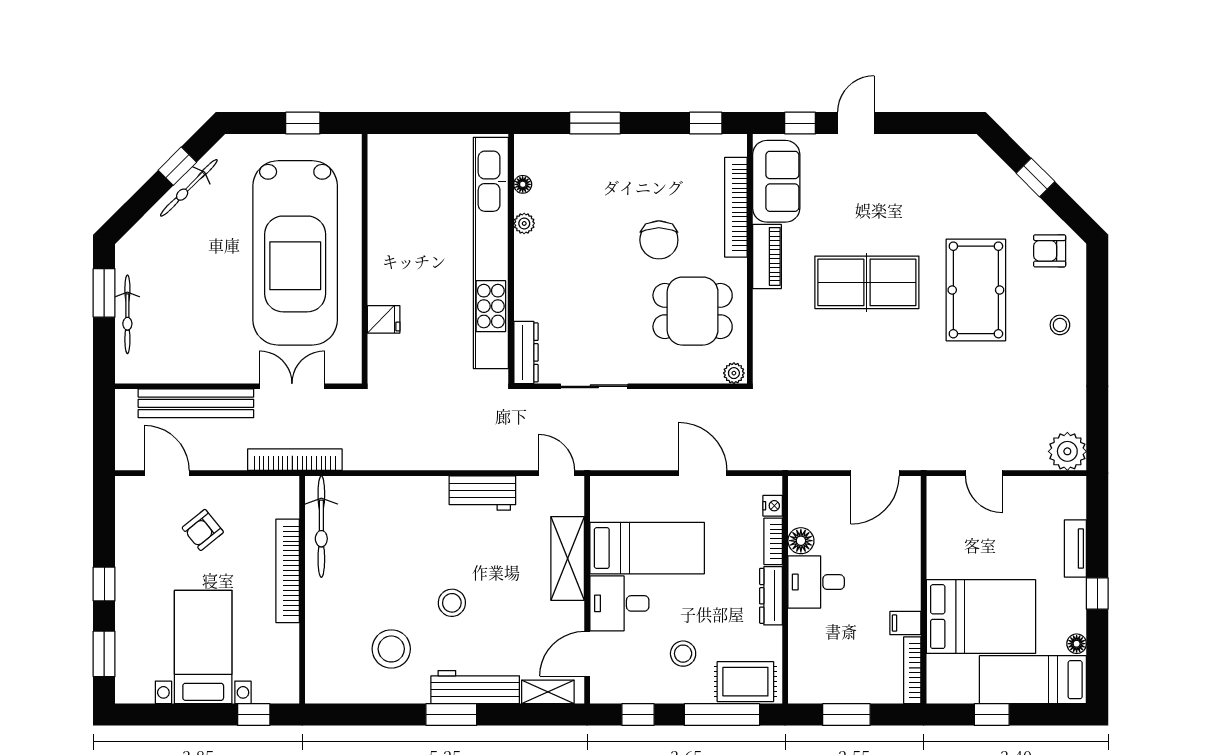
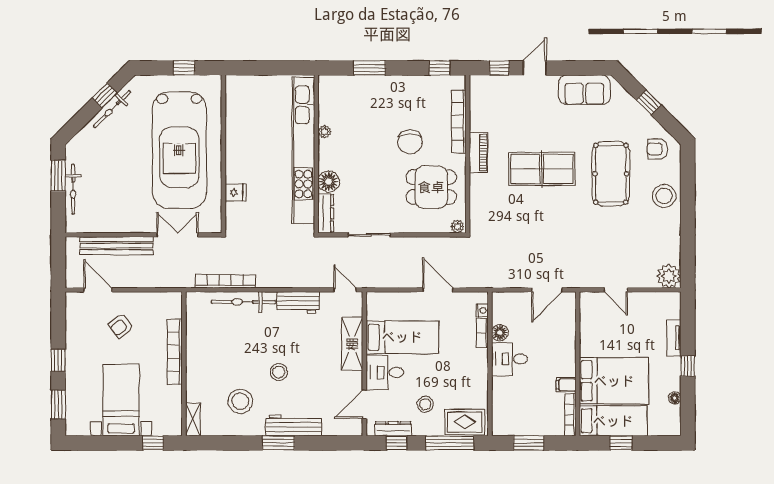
sofa: (776, 181) -> (584, 90), moved, turned 90
floor lamp: (523, 184) -> (329, 182), moved, width x1.89, depth x1.89
stool: (1060, 325) -> (664, 196), width x1.89, depth x1.89
bookcase: (295, 460) -> (225, 281), moved
bicycle: (321, 527) -> (243, 302), moved, turned 90
dresser: (771, 596) -> (393, 429), moved, turned 90
bed: (1033, 680) -> (613, 421), moved, turned 180
shelving: (548, 692) -> (193, 419), moved, turned 90

